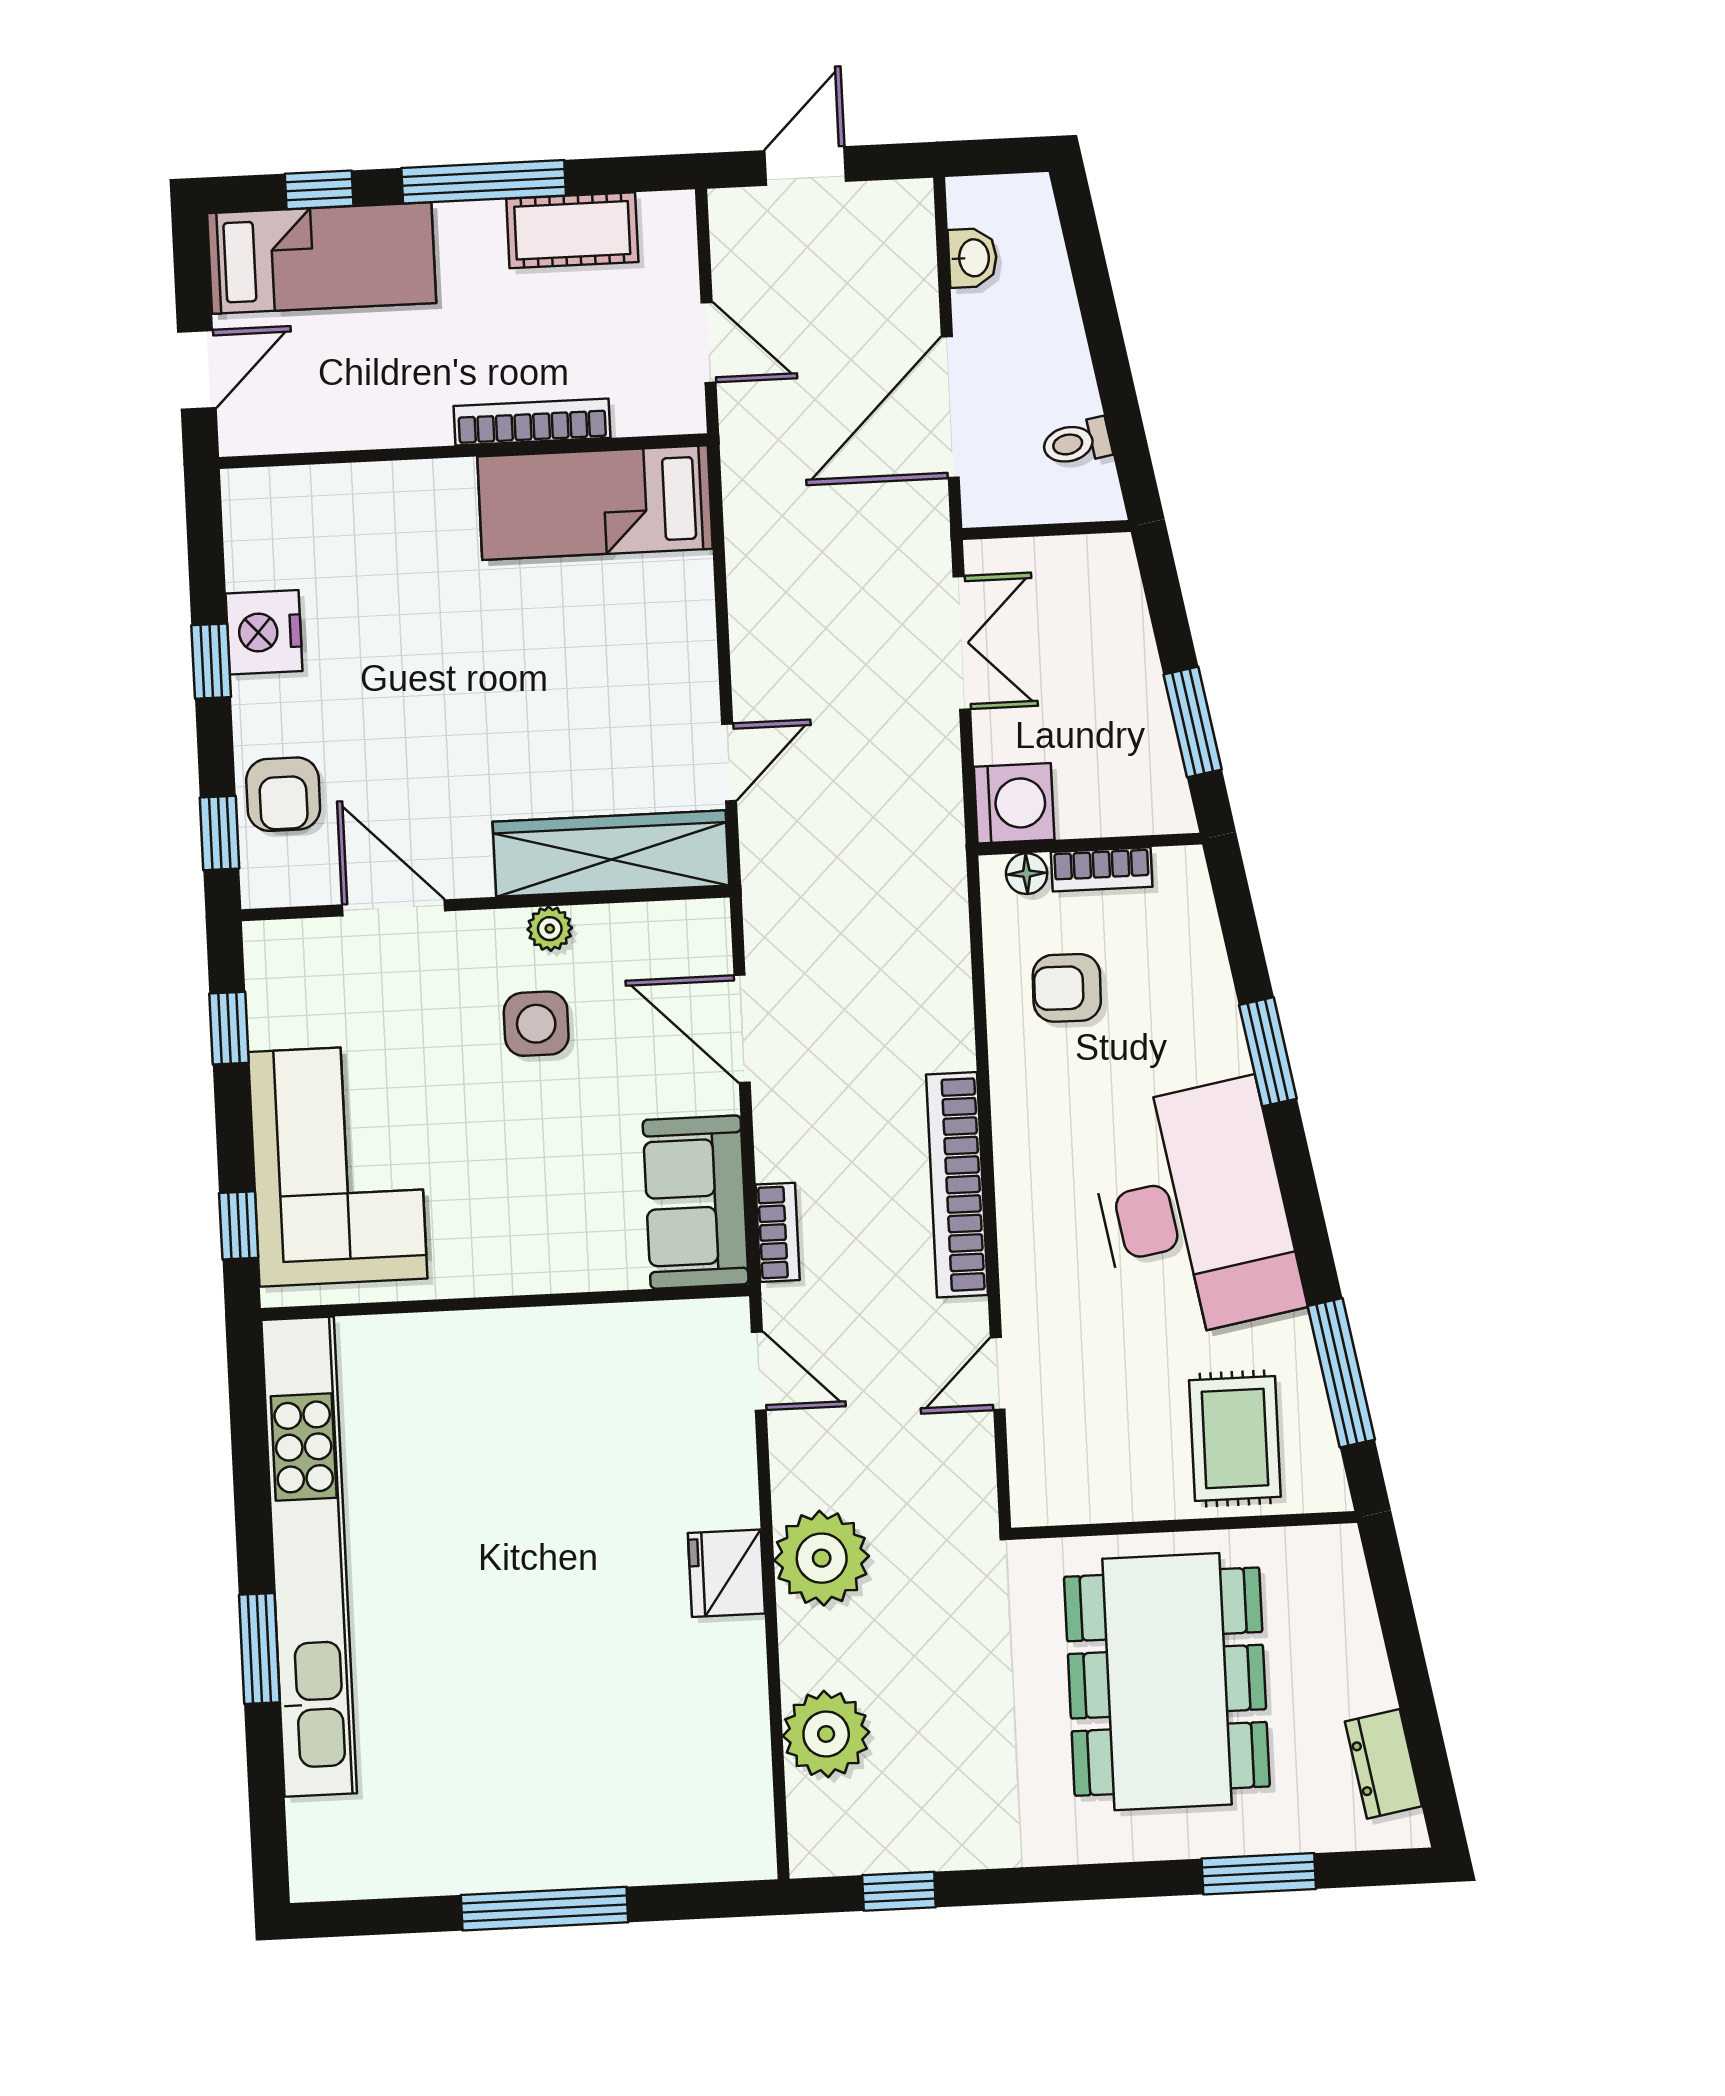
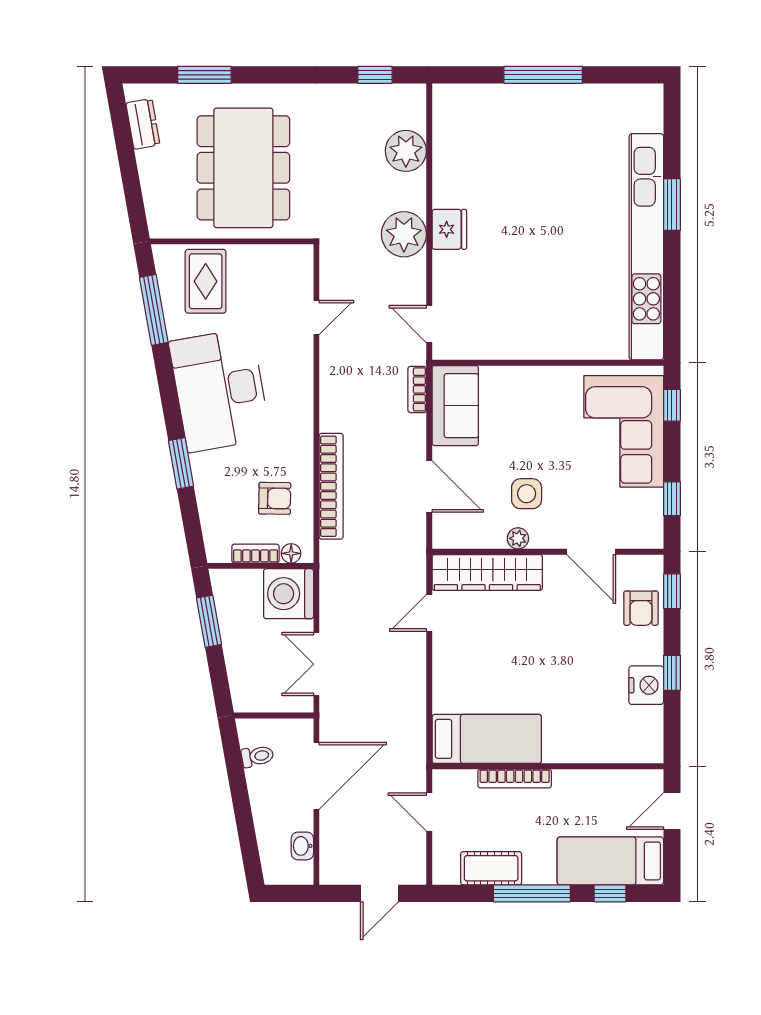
armchair: (283, 794) -> (641, 608), turned 180
washing machine: (1014, 803) -> (289, 594), width x1.37, depth x1.37
bookcase: (957, 1185) -> (331, 486), moved

